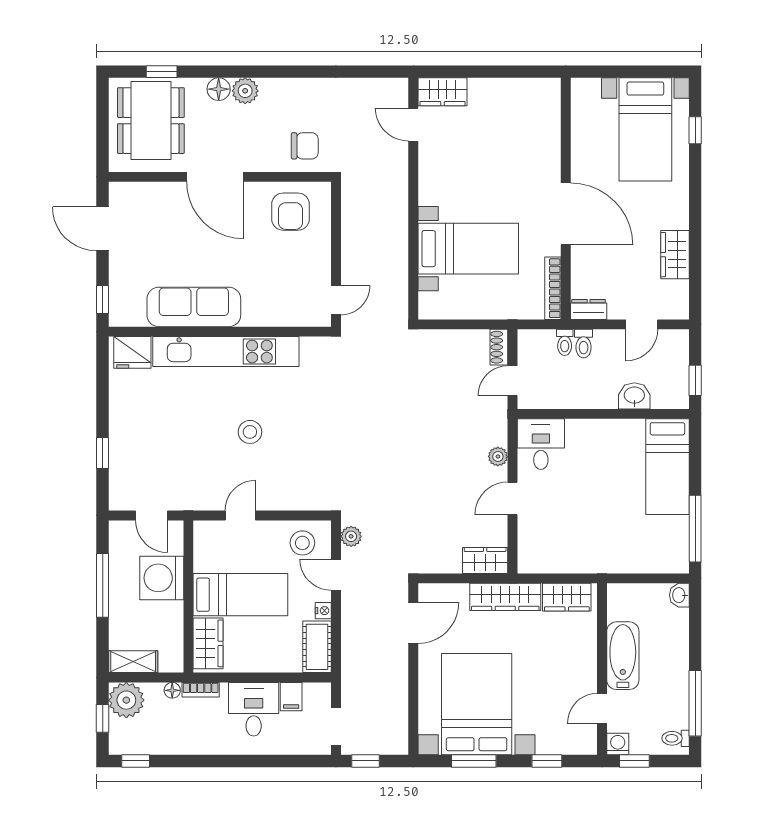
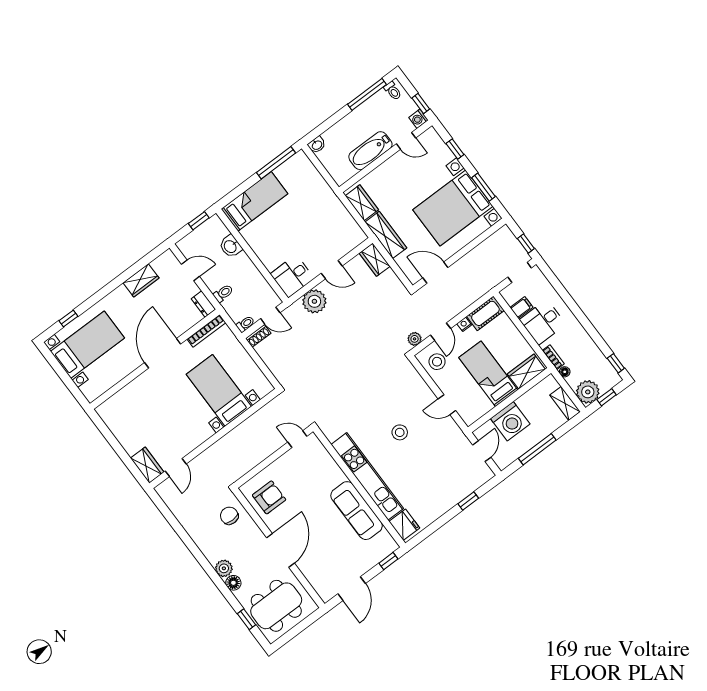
toilet: (565, 342) -> (245, 324), moved
plant: (498, 457) -> (314, 301), width x1.87, depth x1.87

